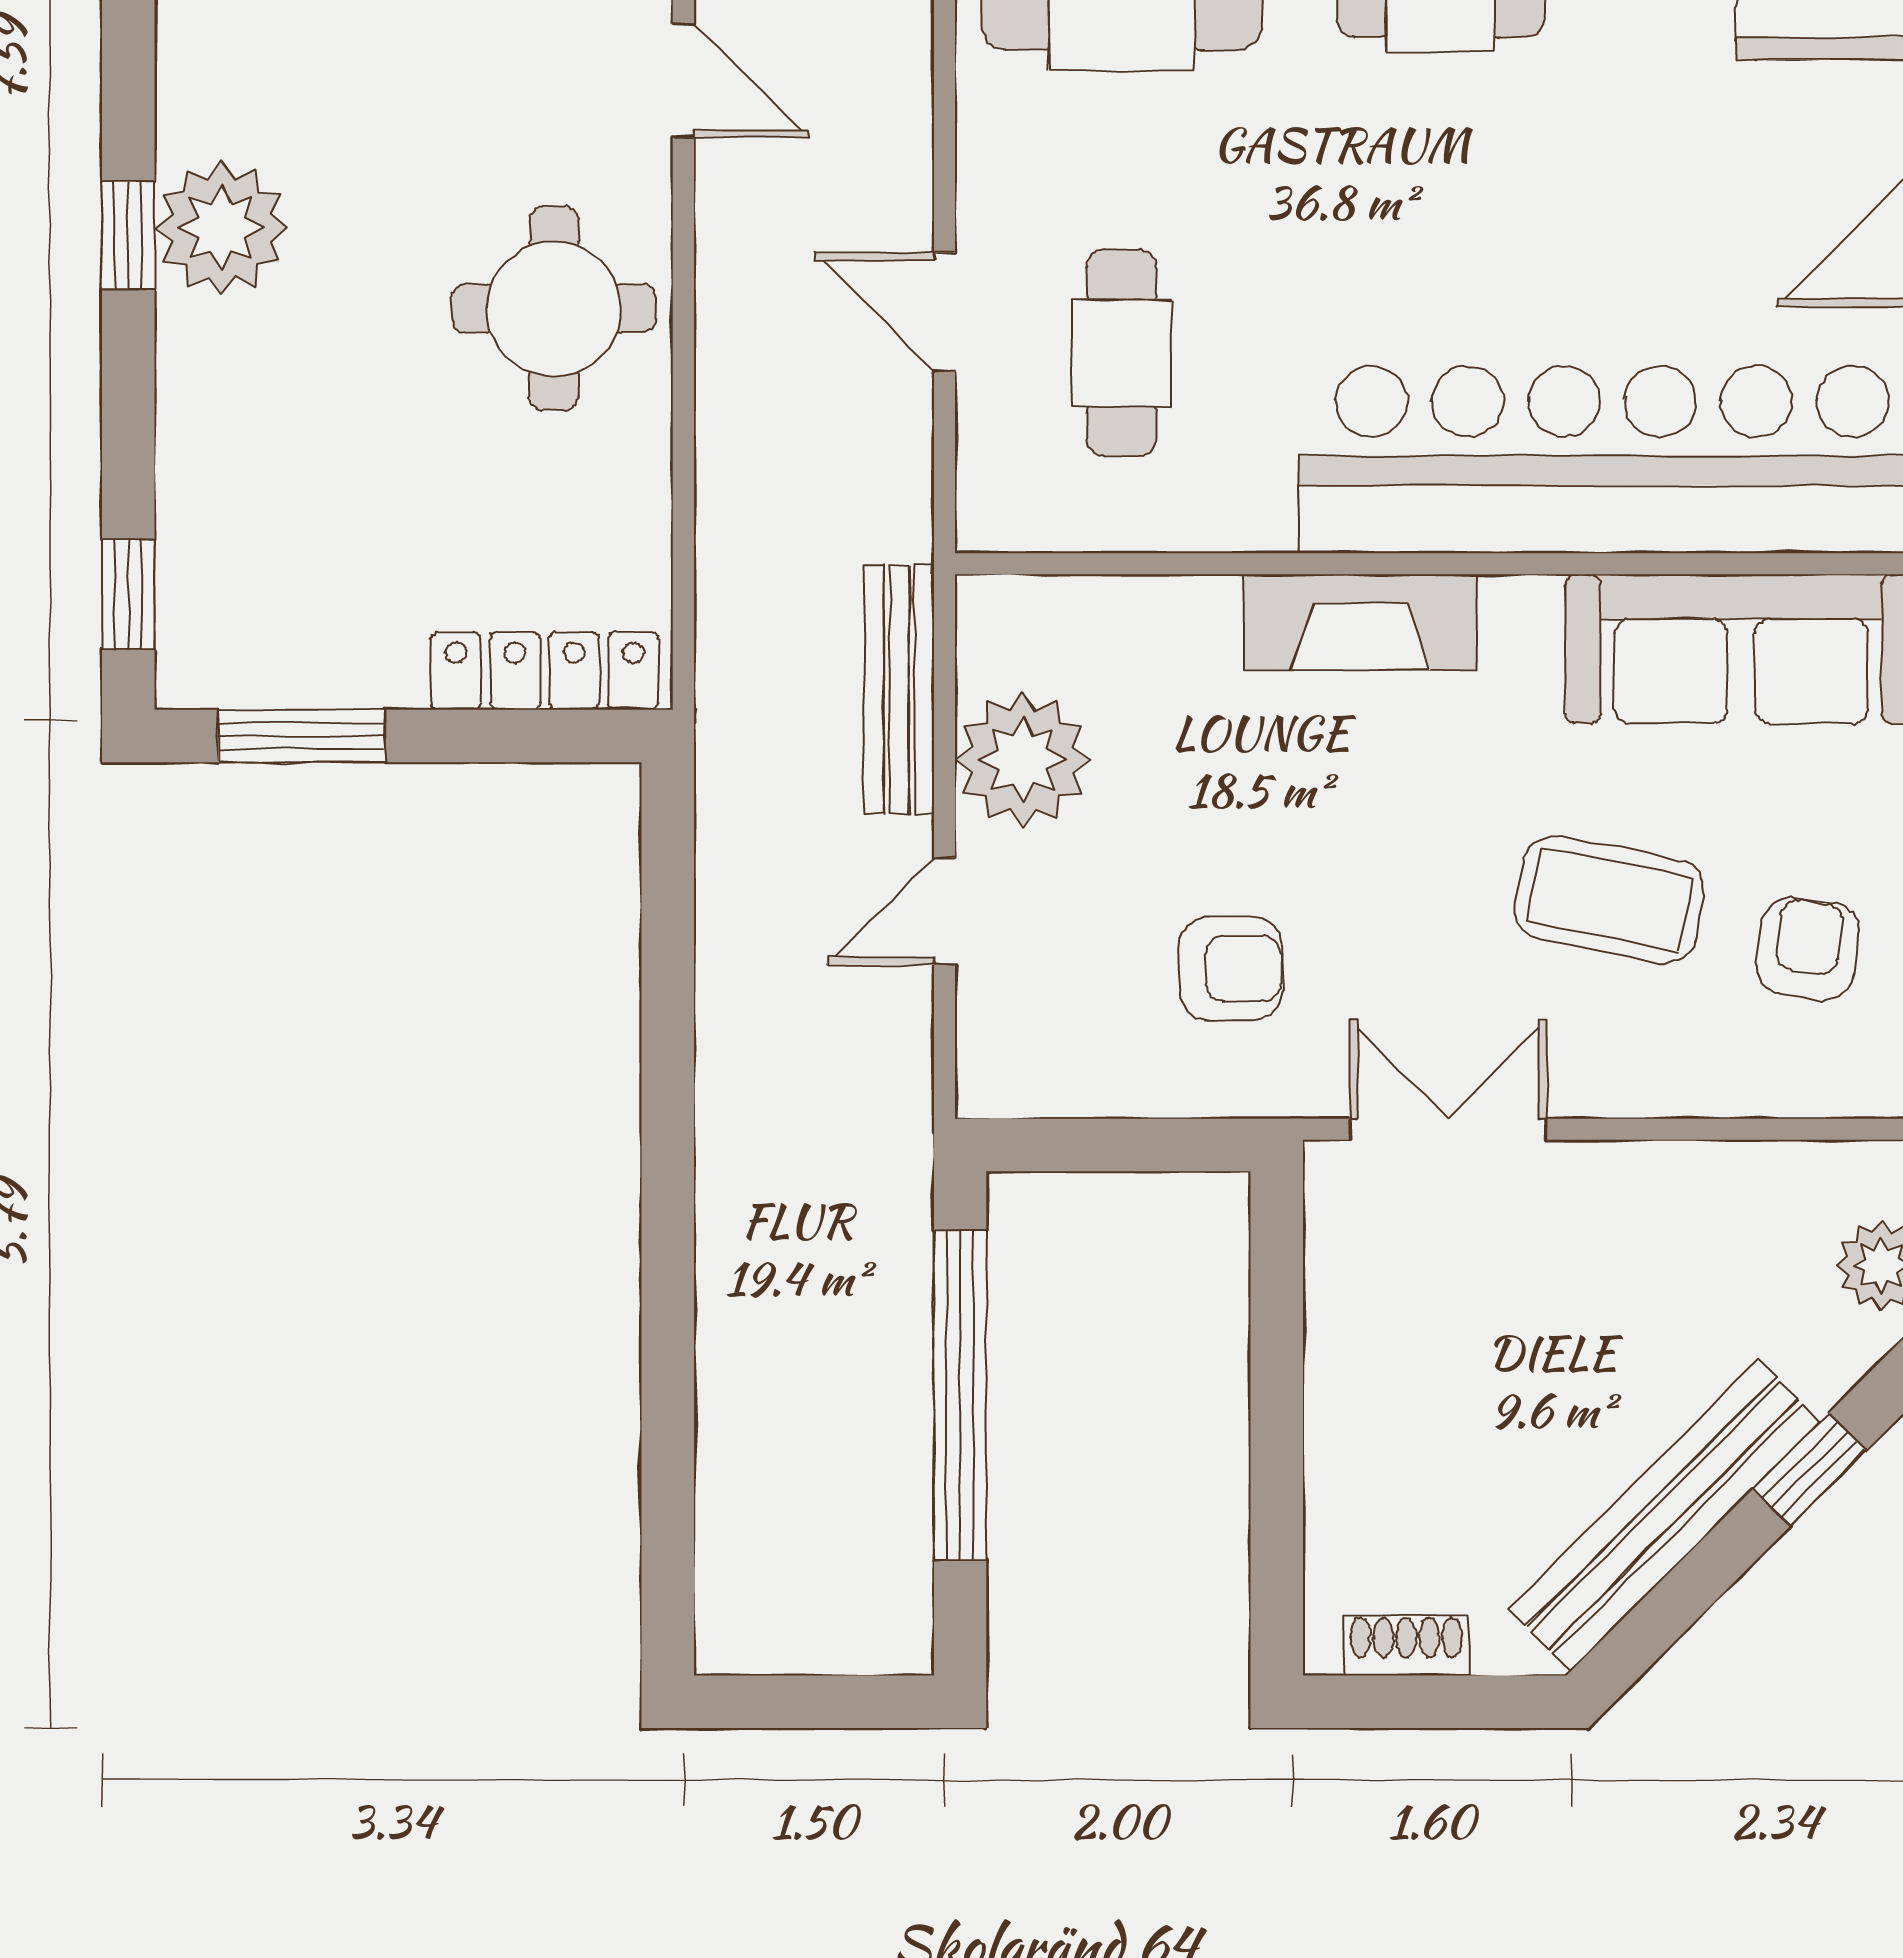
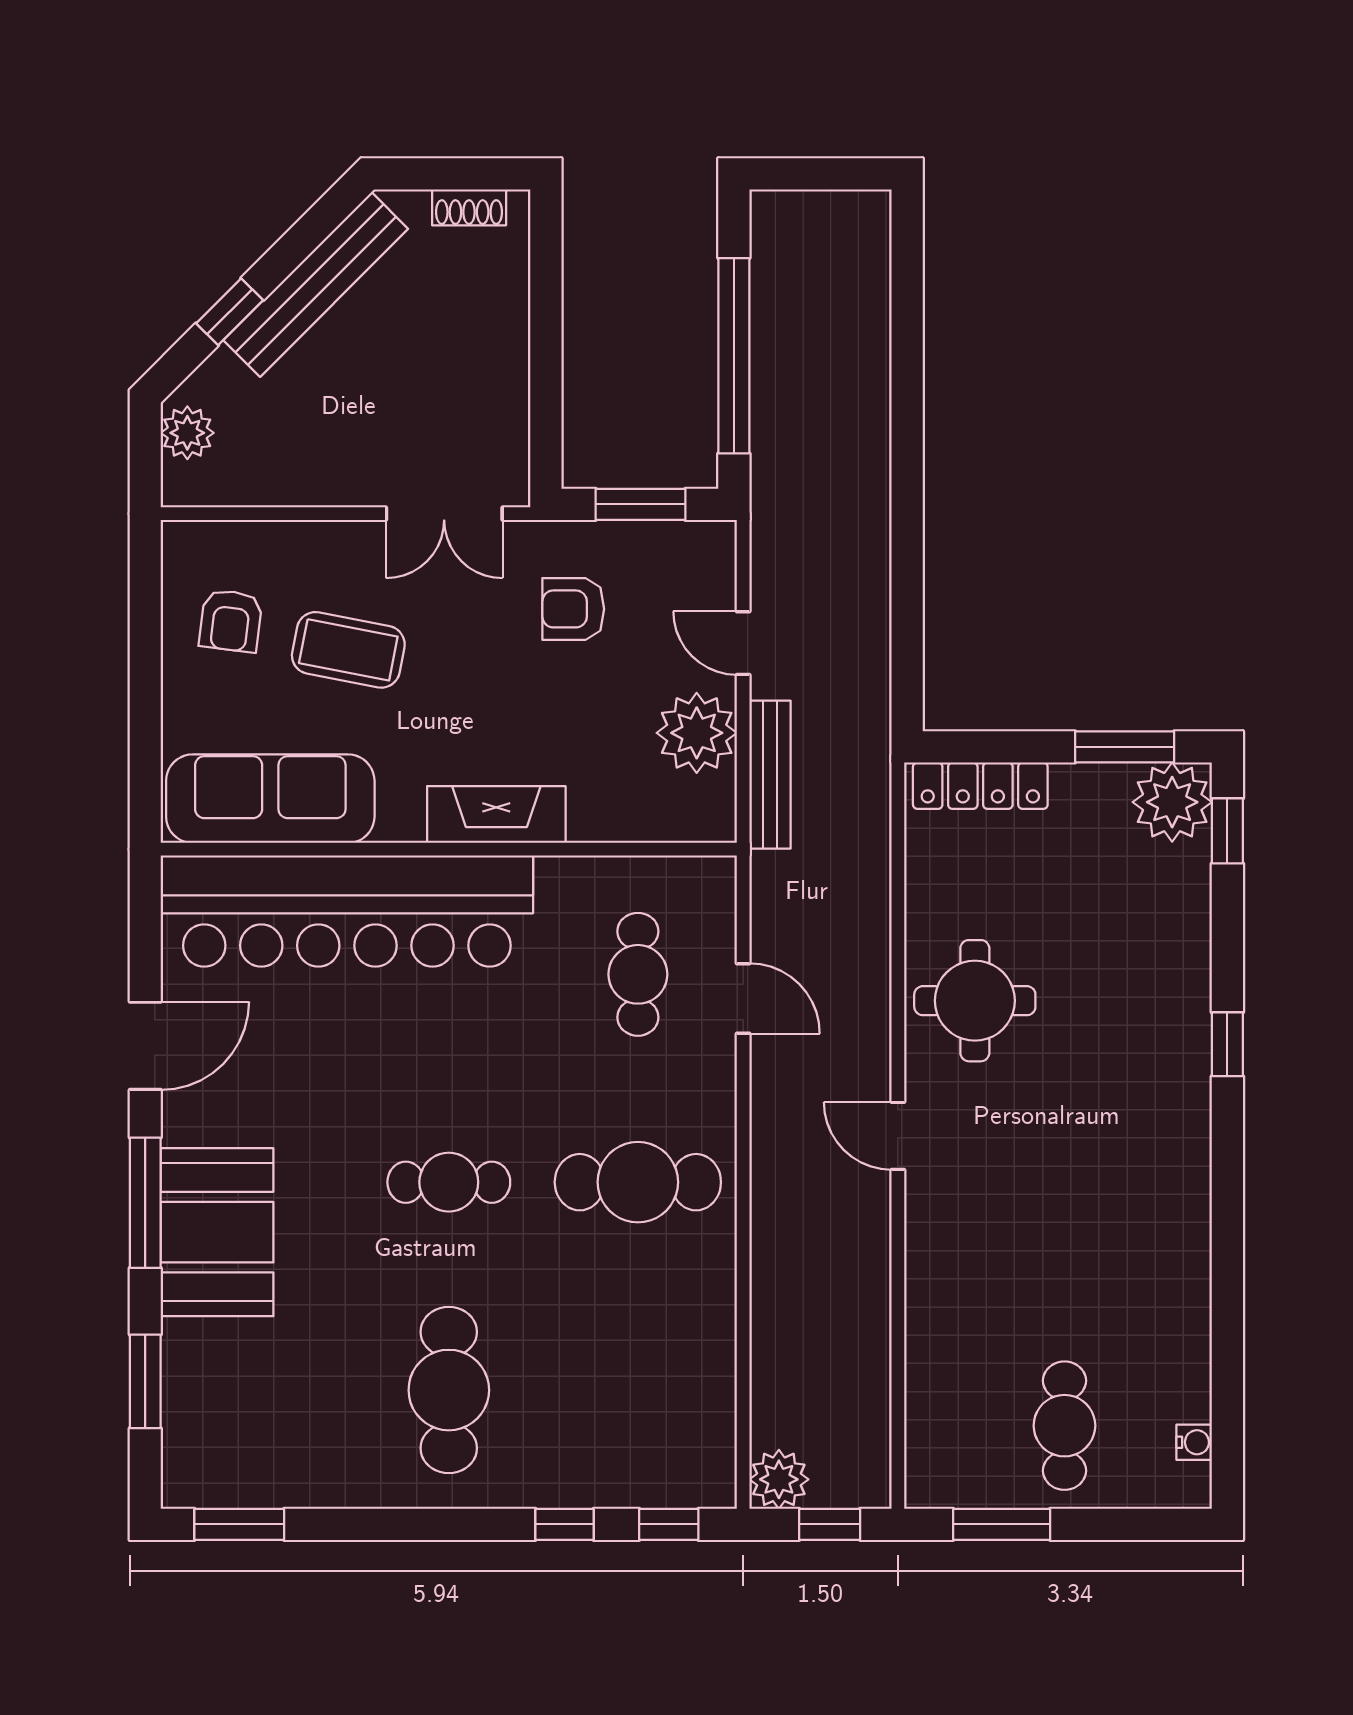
plant: (221, 228) -> (1172, 802), moved
door: (944, 911) -> (743, 643), swing flipped
window: (1117, 1145) -> (641, 504), added

